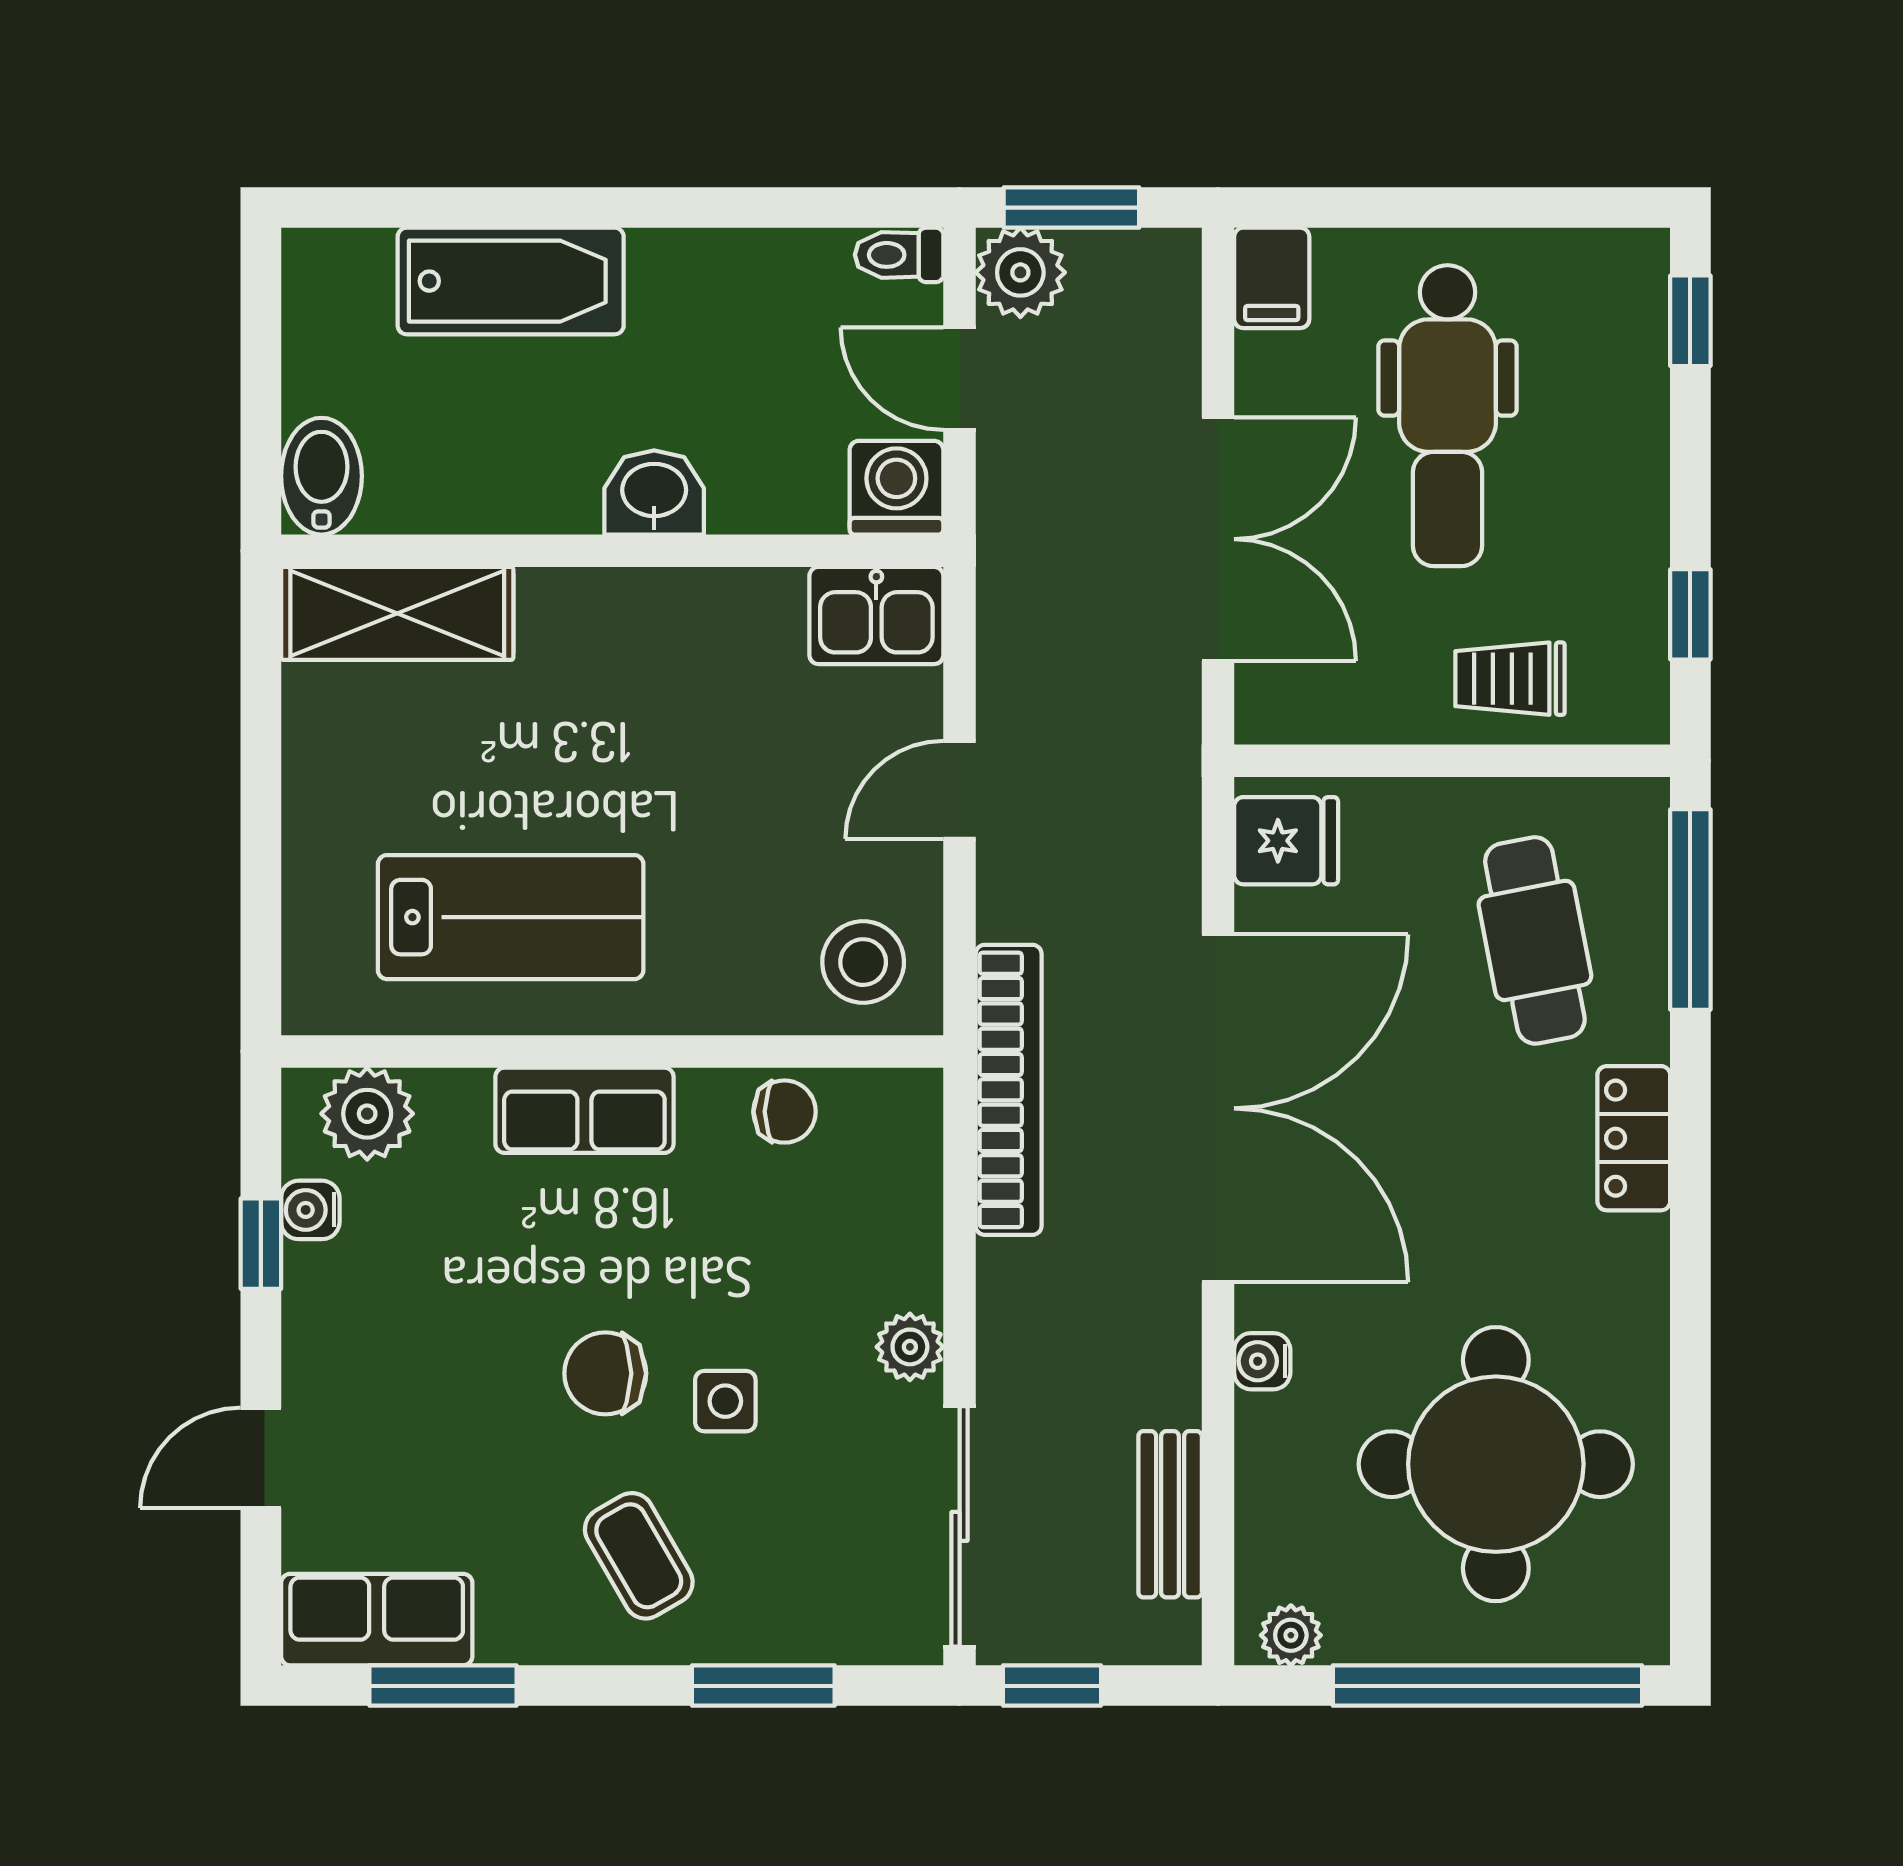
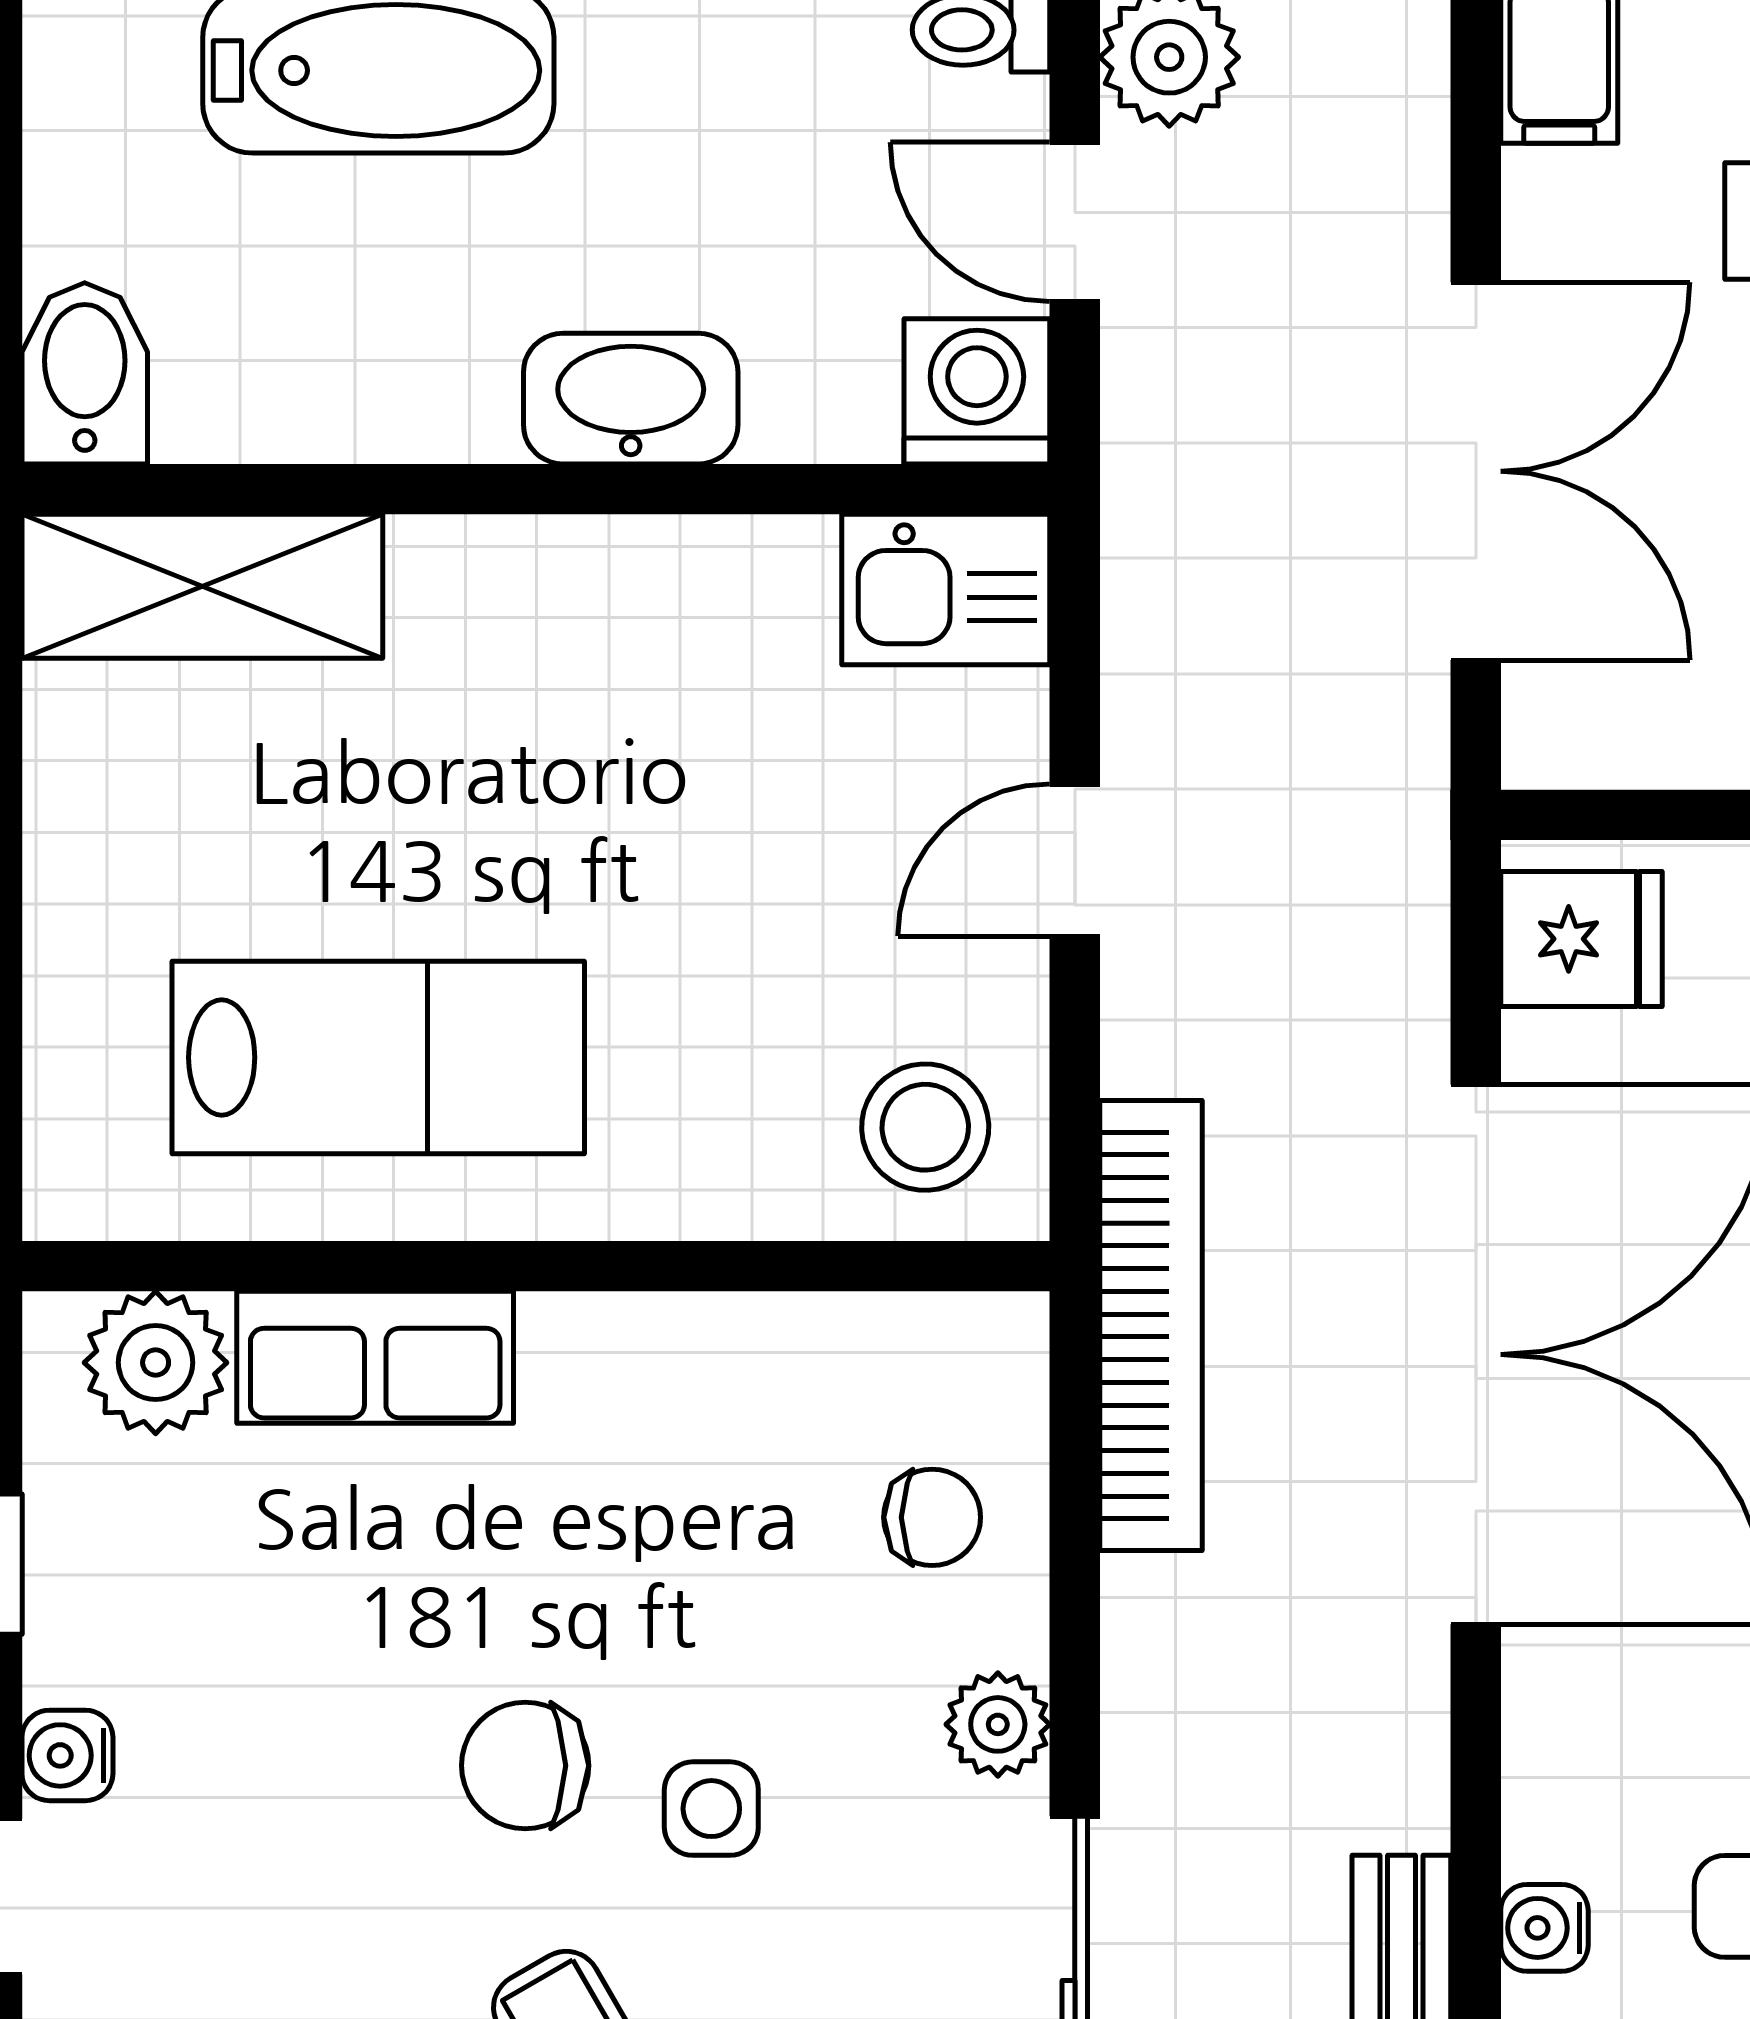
washbasin: (654, 492) -> (631, 399), width x1.38
row of seats: (584, 1110) -> (375, 1357), moved
chair: (785, 1112) -> (932, 1517), moved
water cooler: (310, 1210) -> (67, 1755), moved
water cooler: (1262, 1361) -> (1544, 1928), moved

